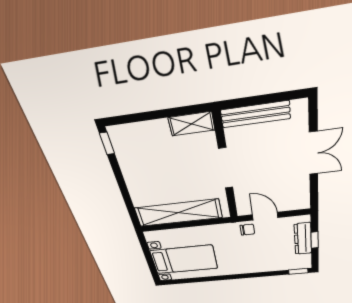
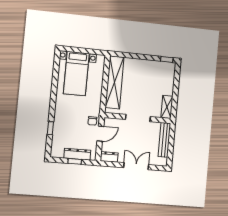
double door: (314, 153) -> (136, 166), swing flipped
dresser: (302, 197) -> (109, 157), added
window: (298, 271) -> (50, 128), moved

